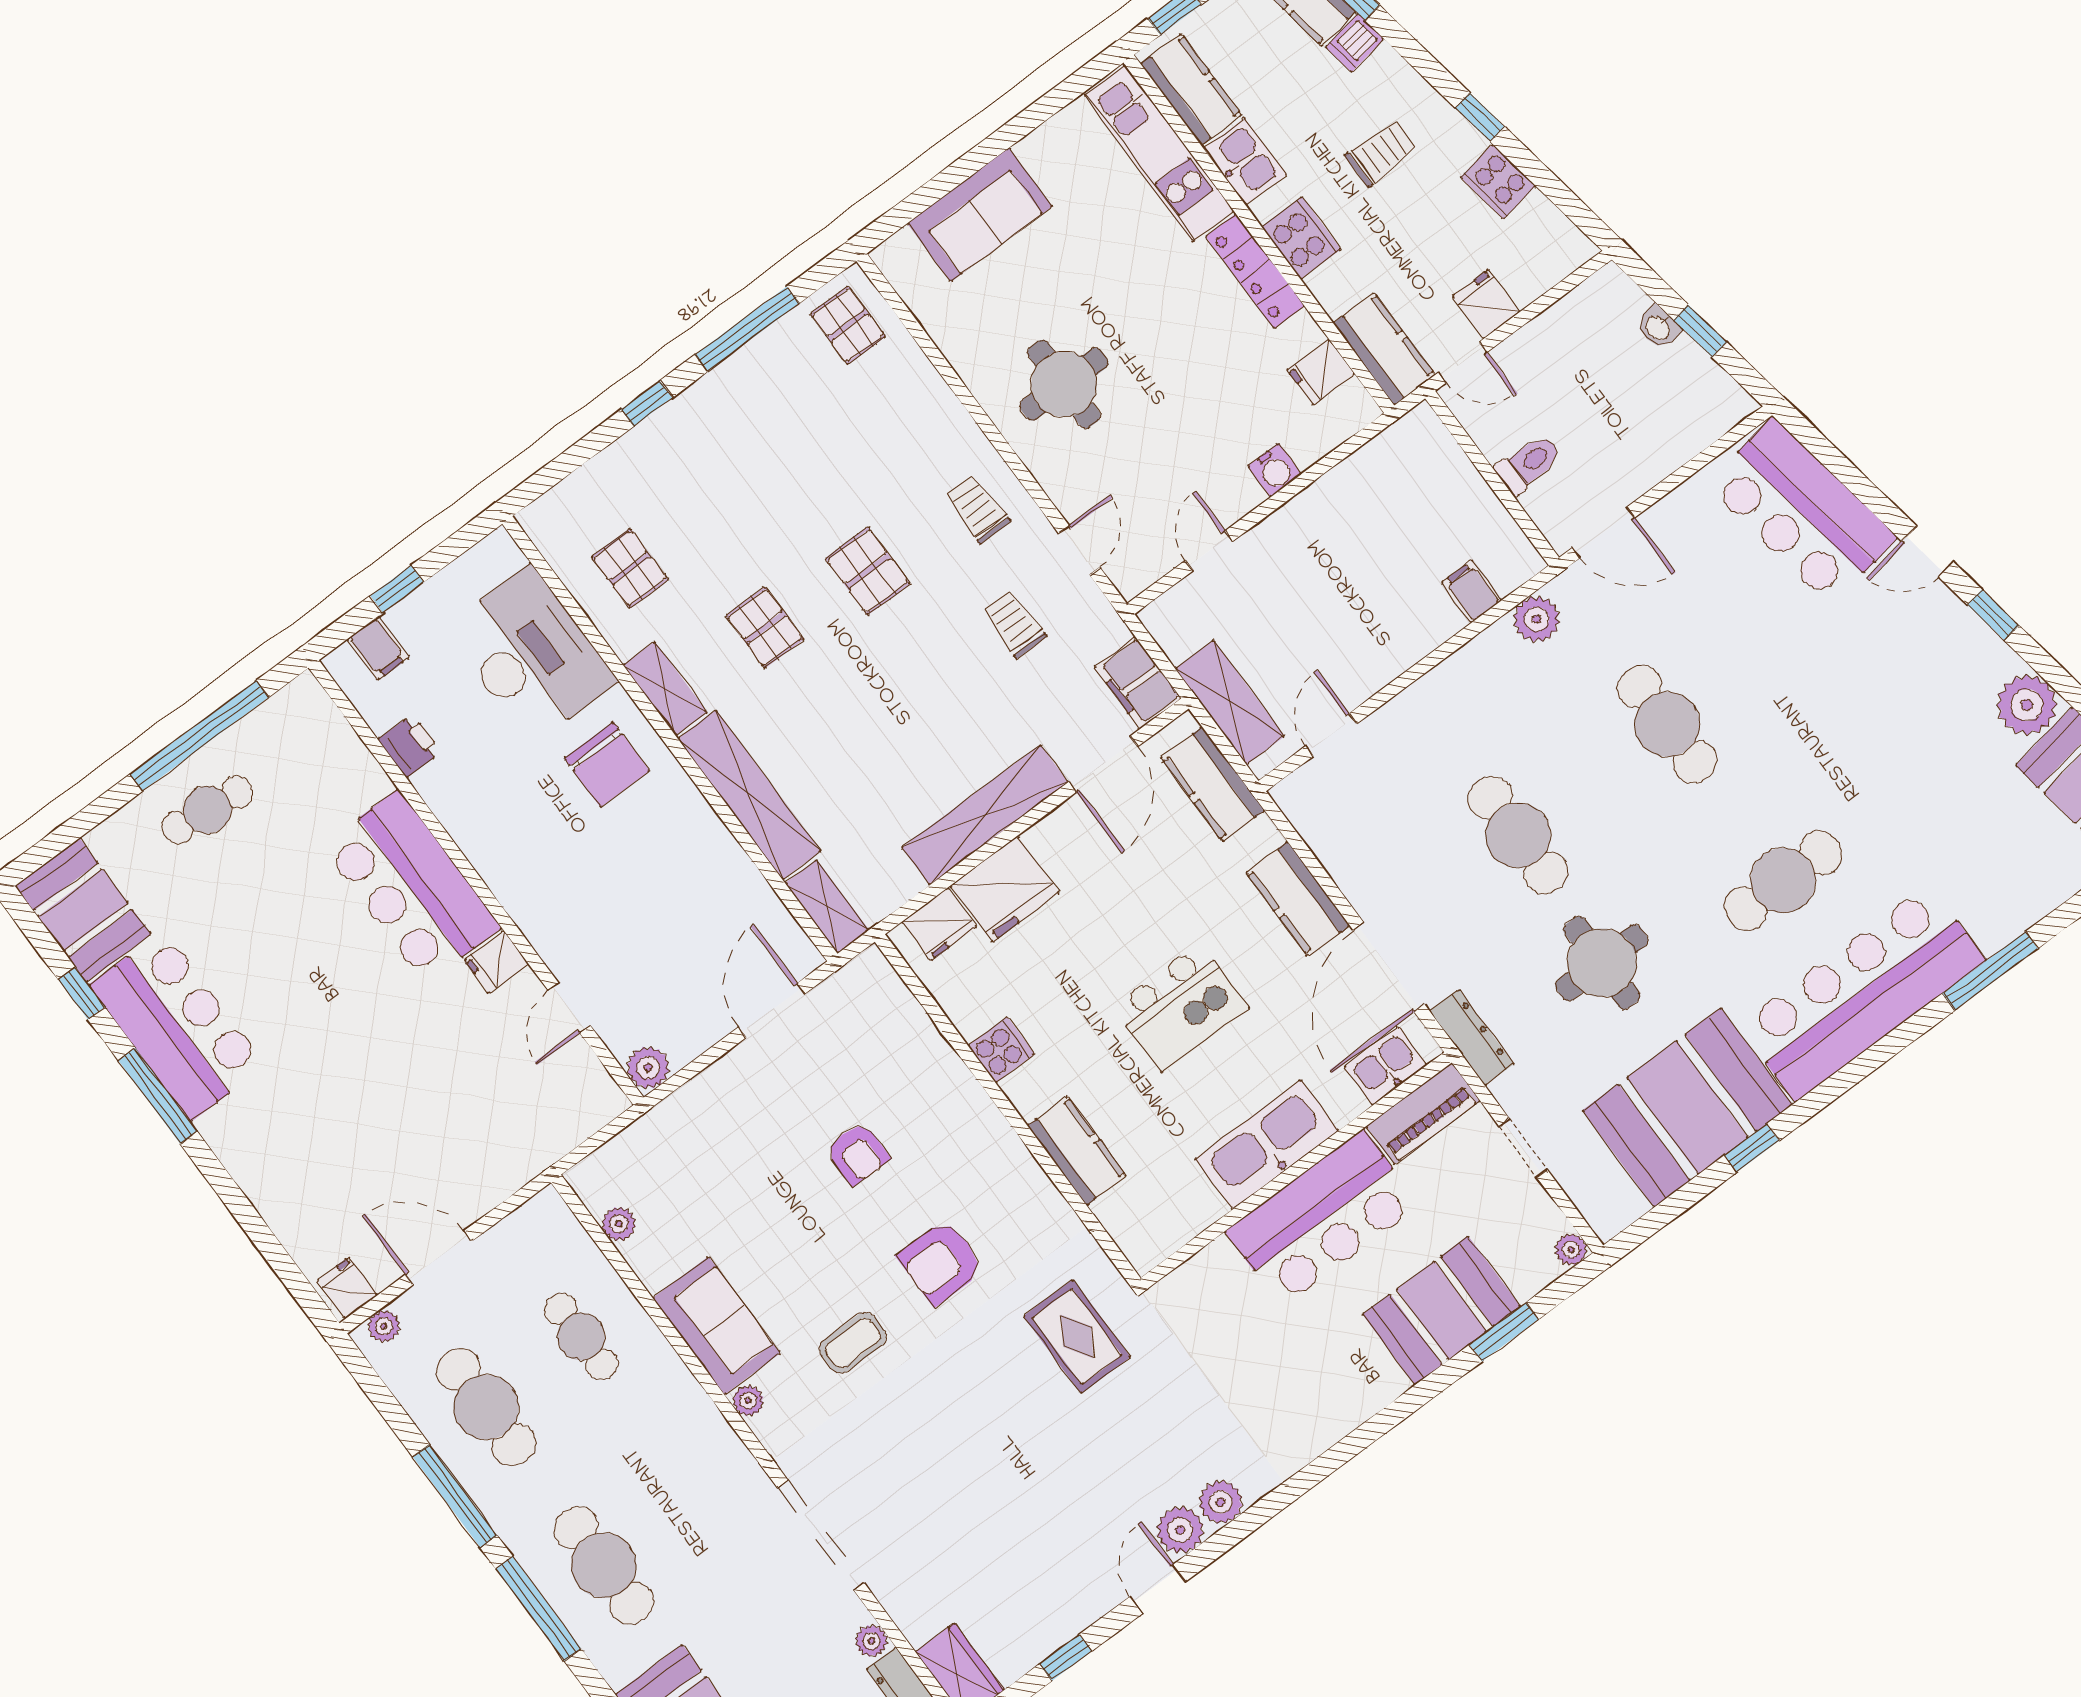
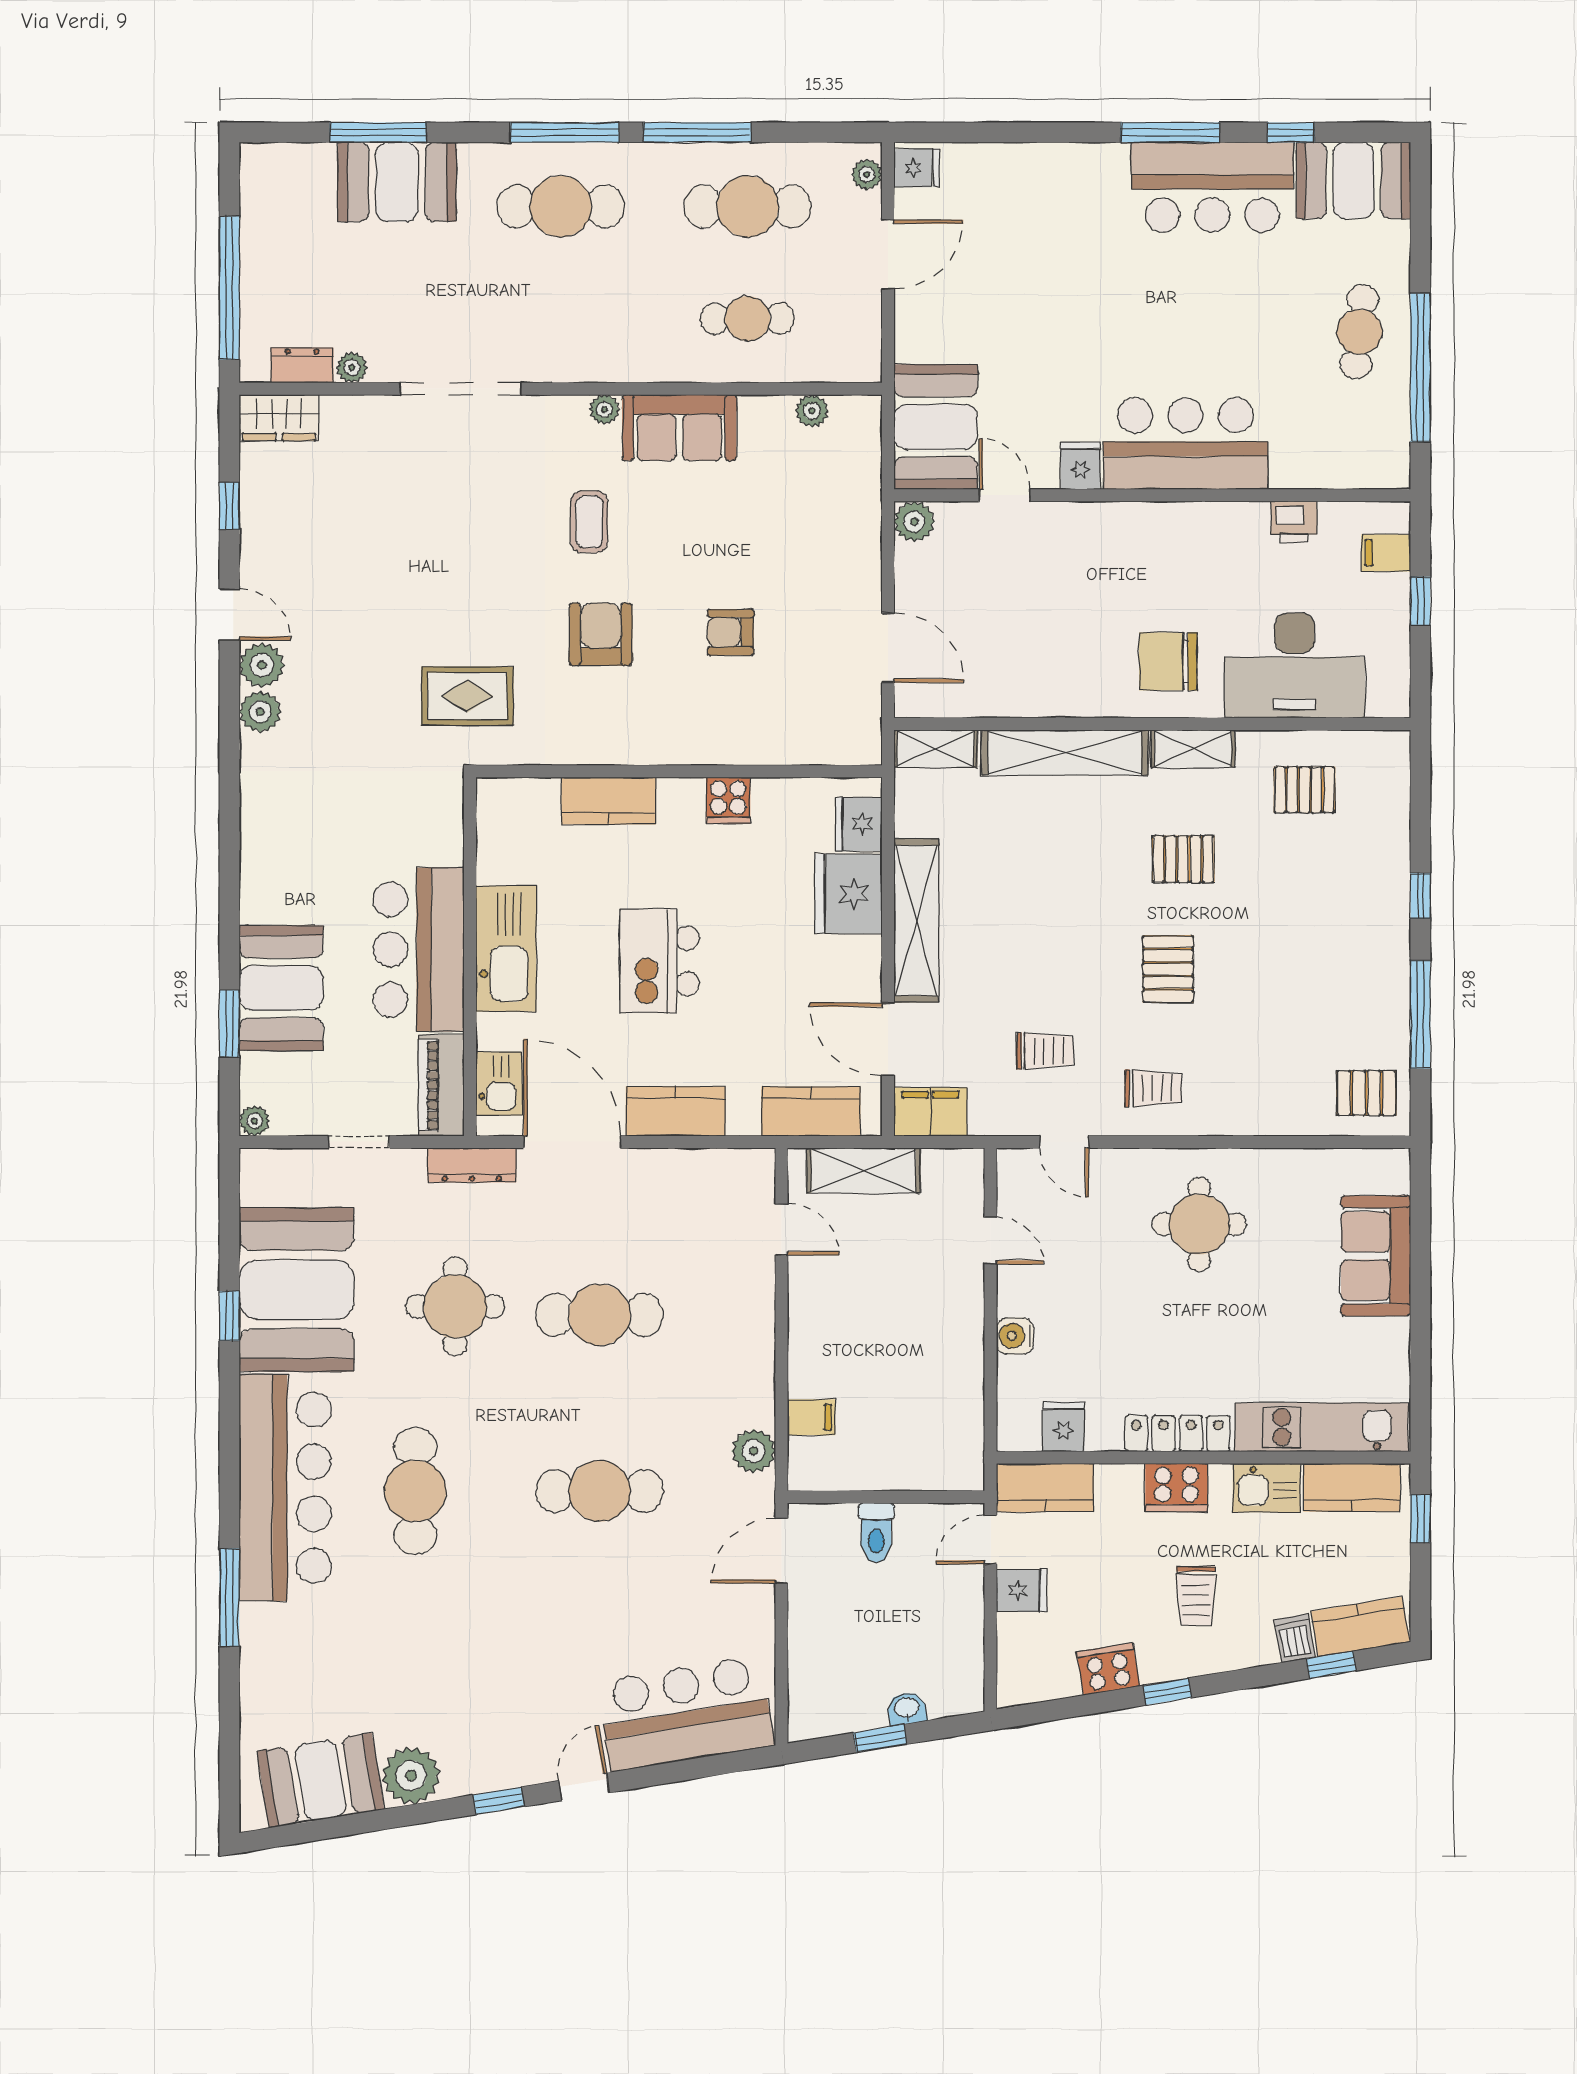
pallet: (868, 571) -> (1168, 969), turned 90
booth: (554, 1109) -> (936, 427), added

